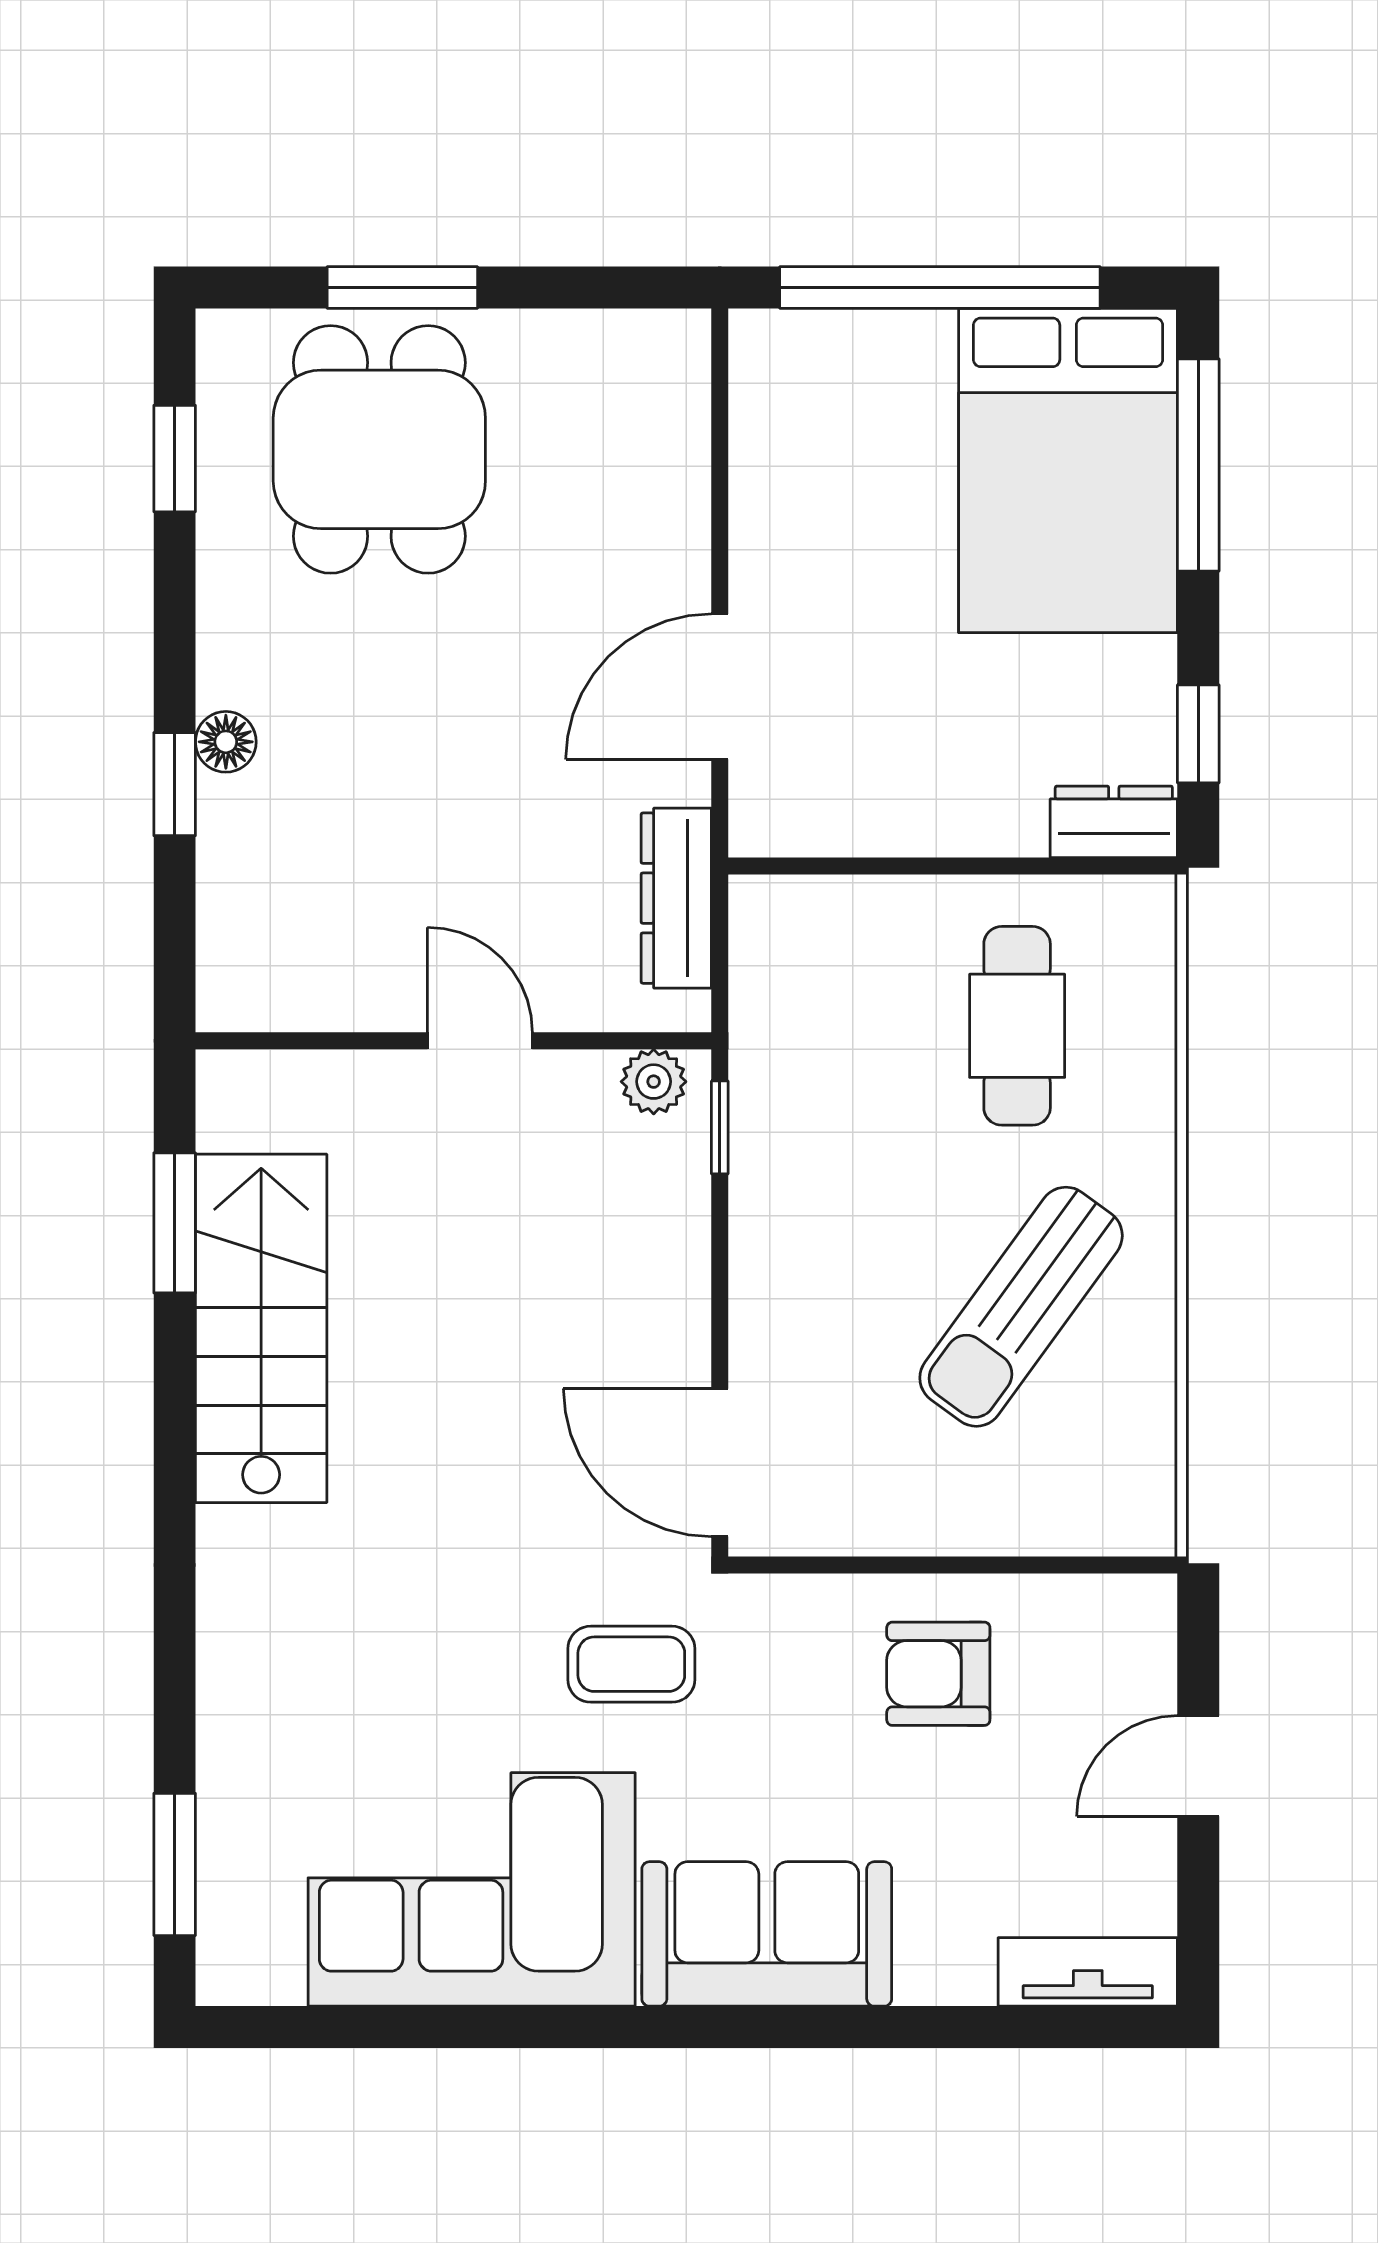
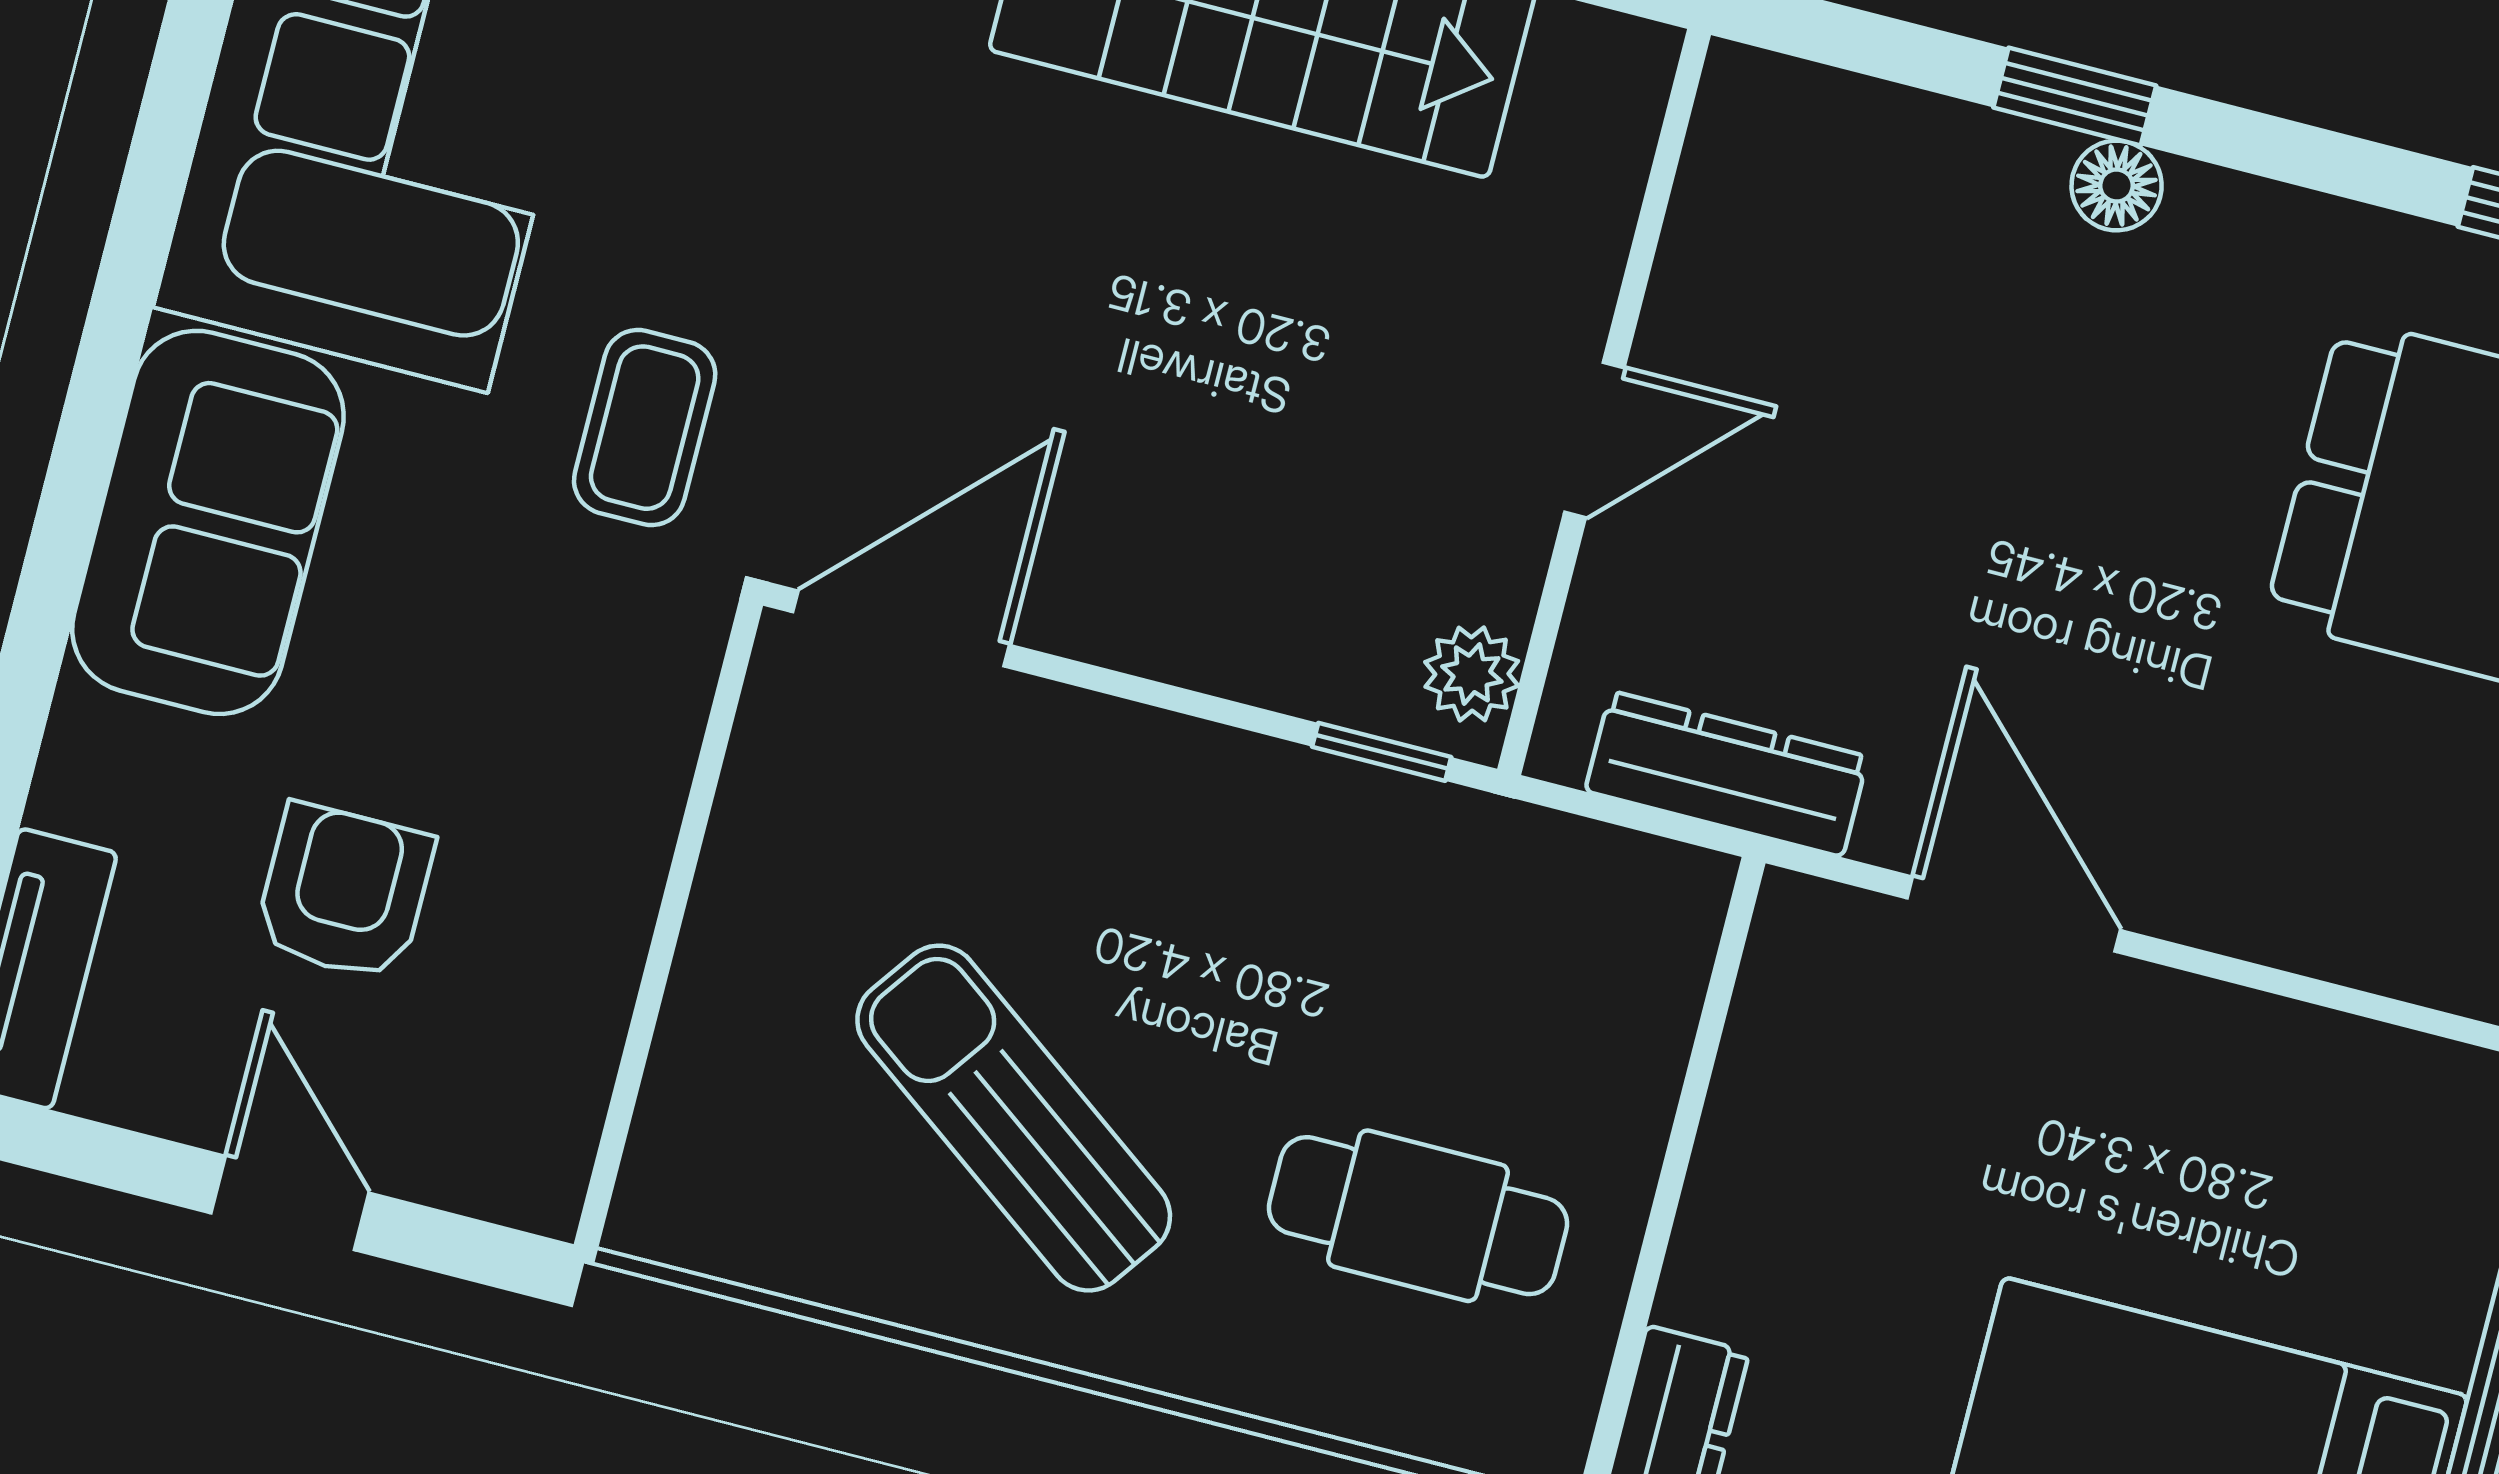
armchair: (938, 1674) -> (344, 892), moved

